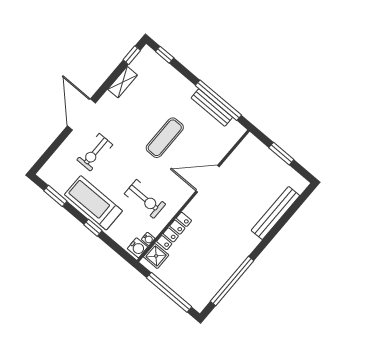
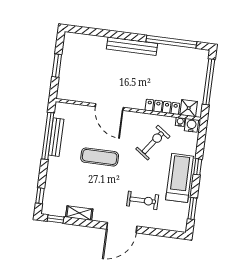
exercise bike: (145, 199) -> (153, 143), turned 36
treadmill: (93, 203) -> (180, 178), turned 180
bench: (275, 213) -> (132, 46), moved

